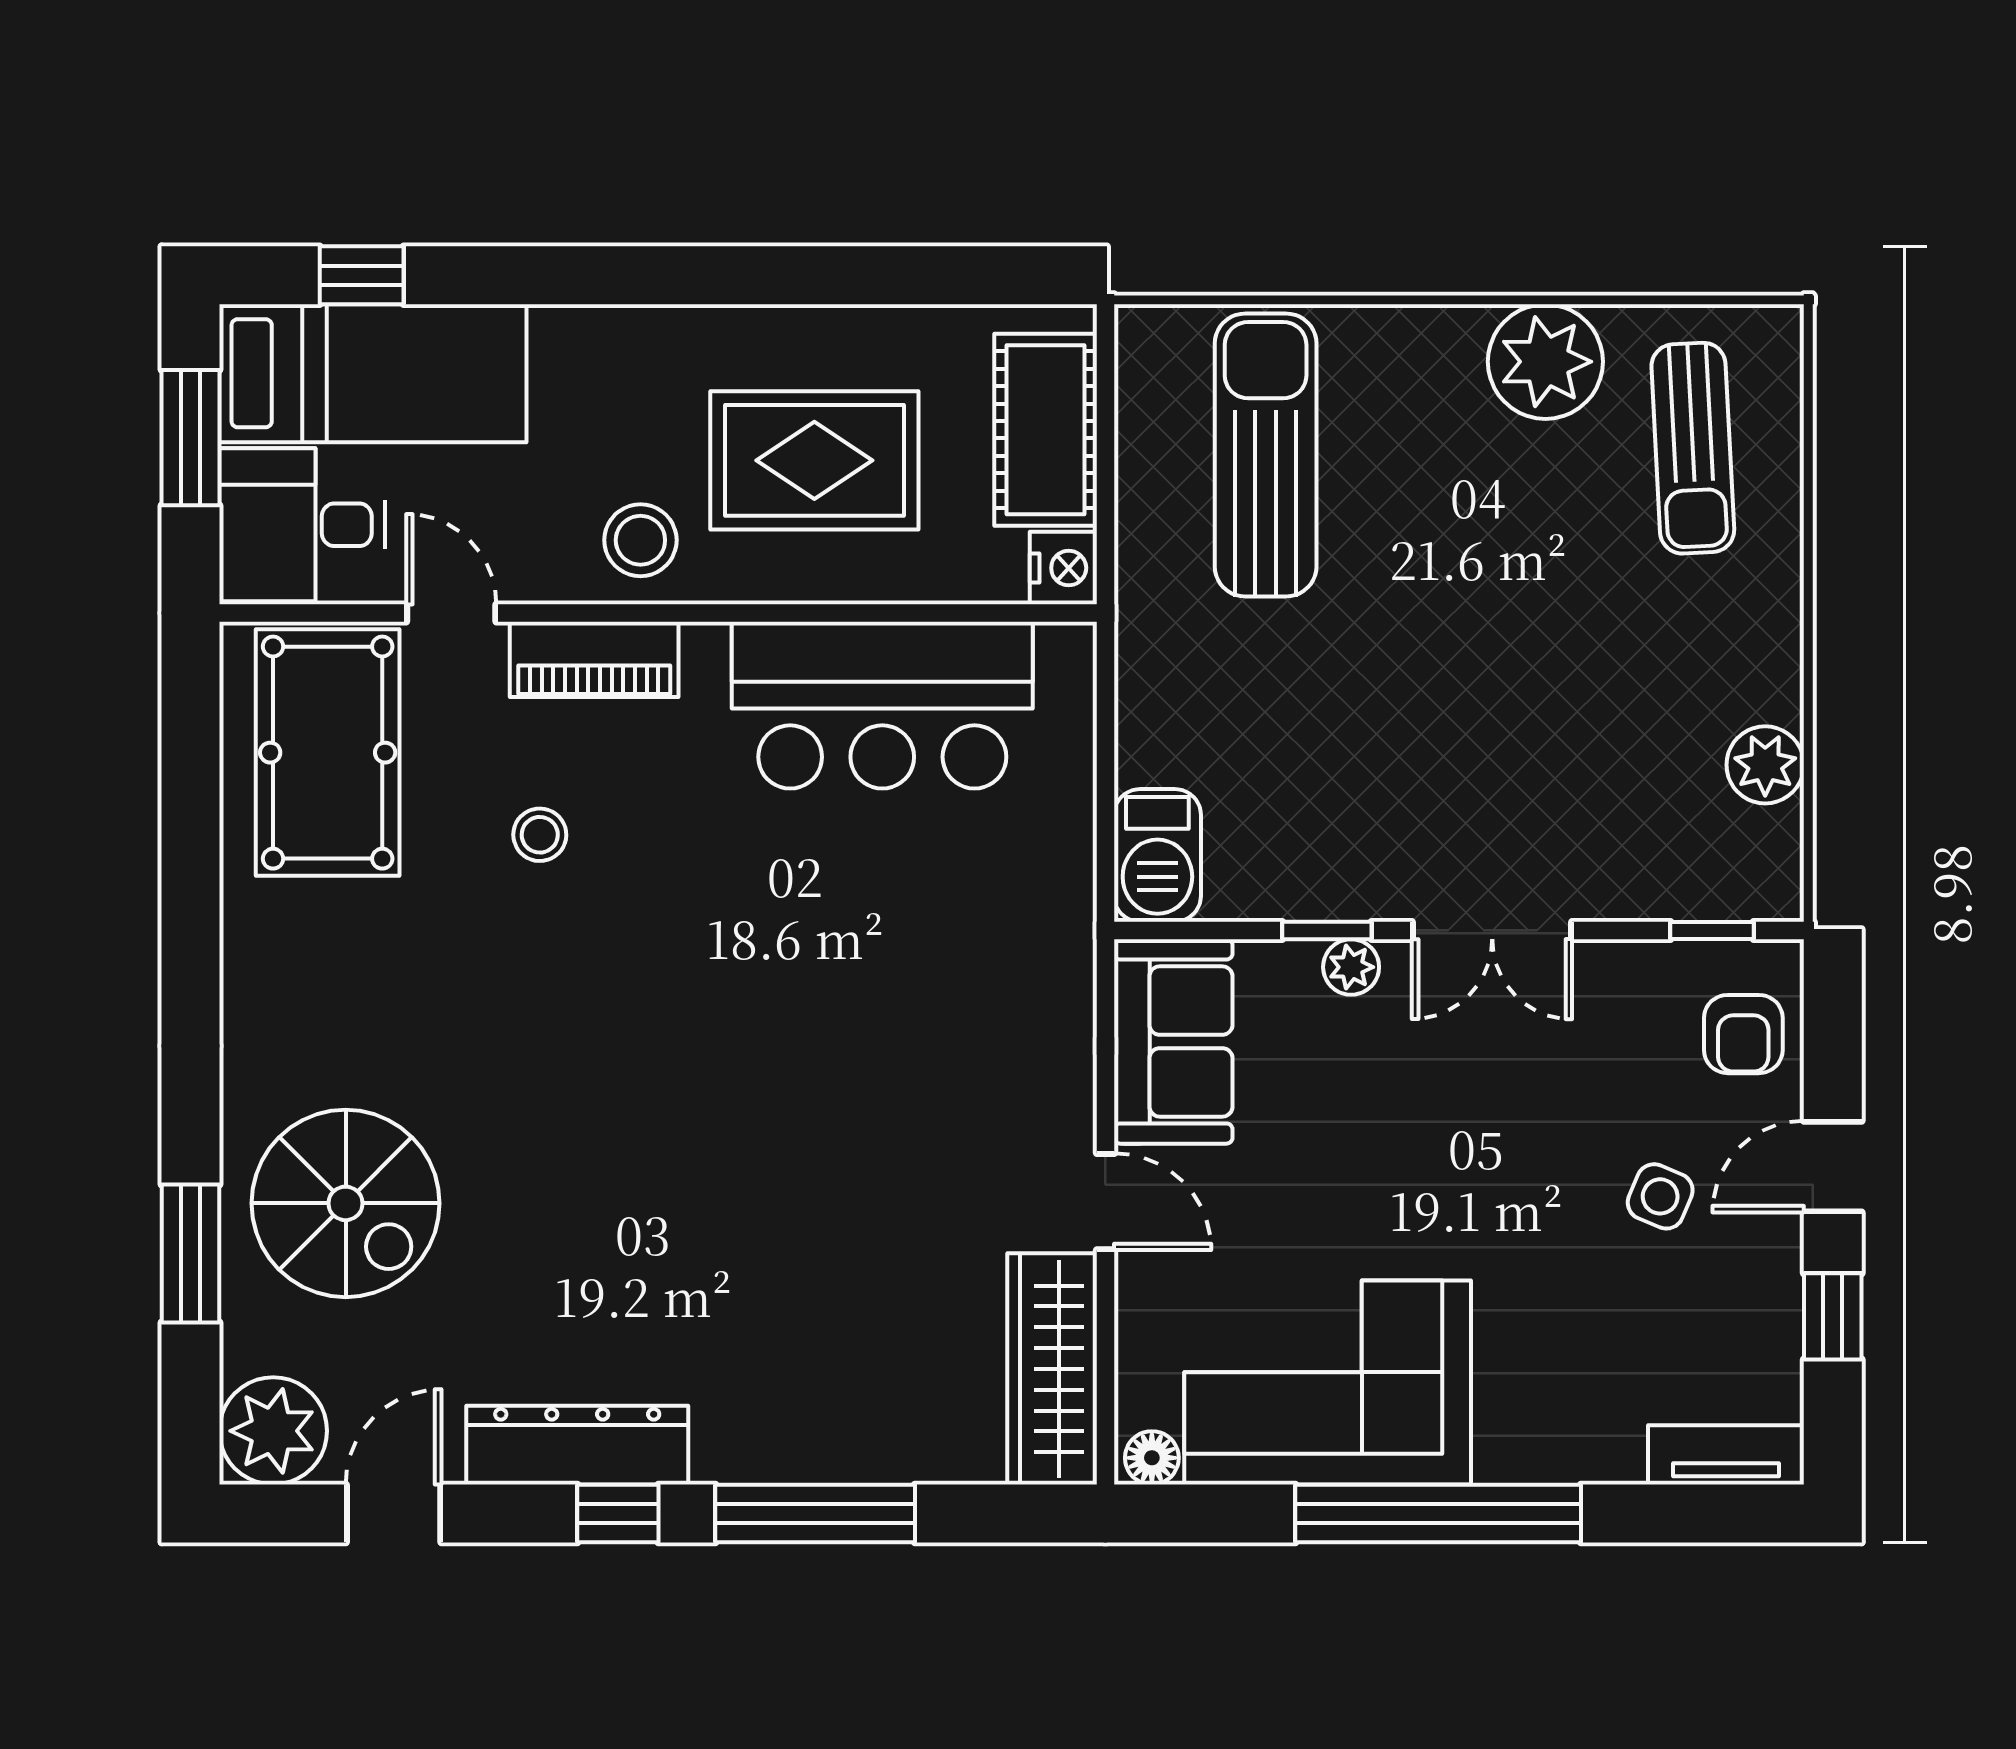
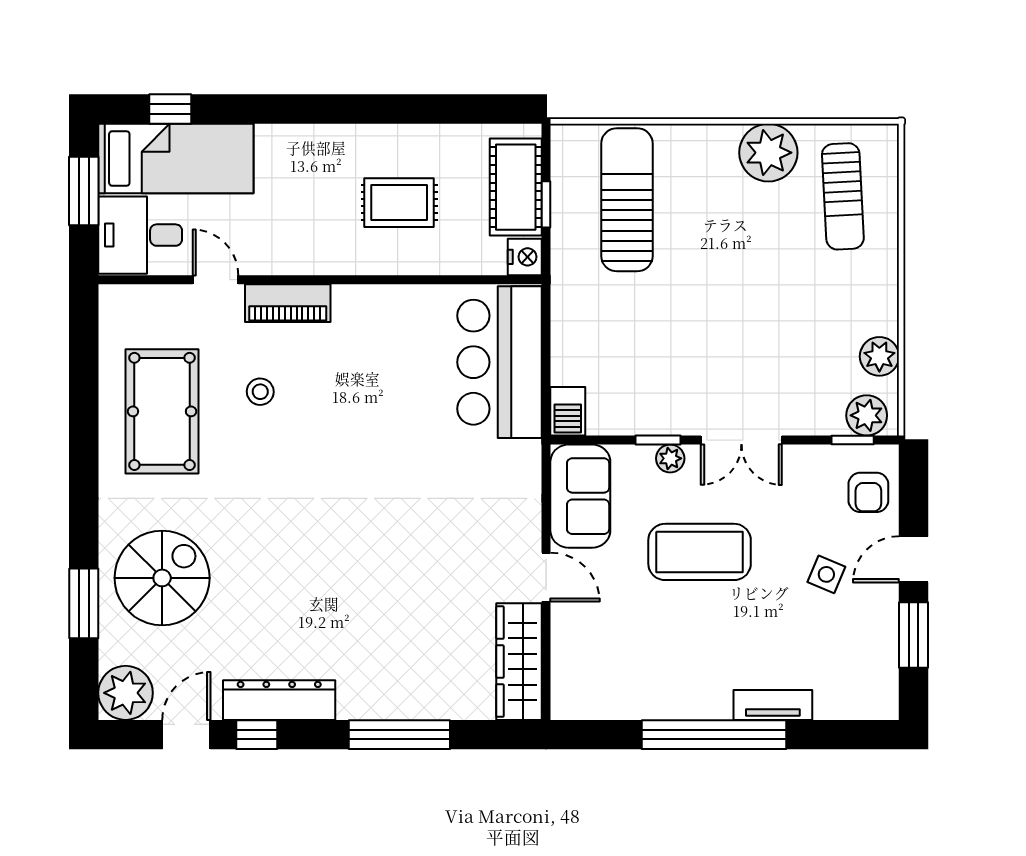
rug: (814, 460) -> (399, 203), width x0.73, depth x0.70
window: (1105, 464) -> (546, 204), added
stool: (640, 540) -> (311, 243), removed
bar counter: (882, 705) -> (500, 362), moved, turned 90
pool table: (328, 753) -> (162, 411), moved
barbecue: (1157, 855) -> (568, 411), width x0.73, depth x0.79
plant: (1740, 882) -> (867, 415), added
coffee table: (1409, 1152) -> (700, 552), added
spiral stairs: (346, 1203) -> (162, 578), turned -90
window: (1833, 1316) -> (914, 635), width x1.50
corner sofa: (1328, 1382) -> (658, 668), removed
tv unit: (1726, 1455) -> (773, 705), moved
floor lamp: (1152, 1458) -> (570, 706), removed
window: (618, 1513) -> (257, 735), moved

